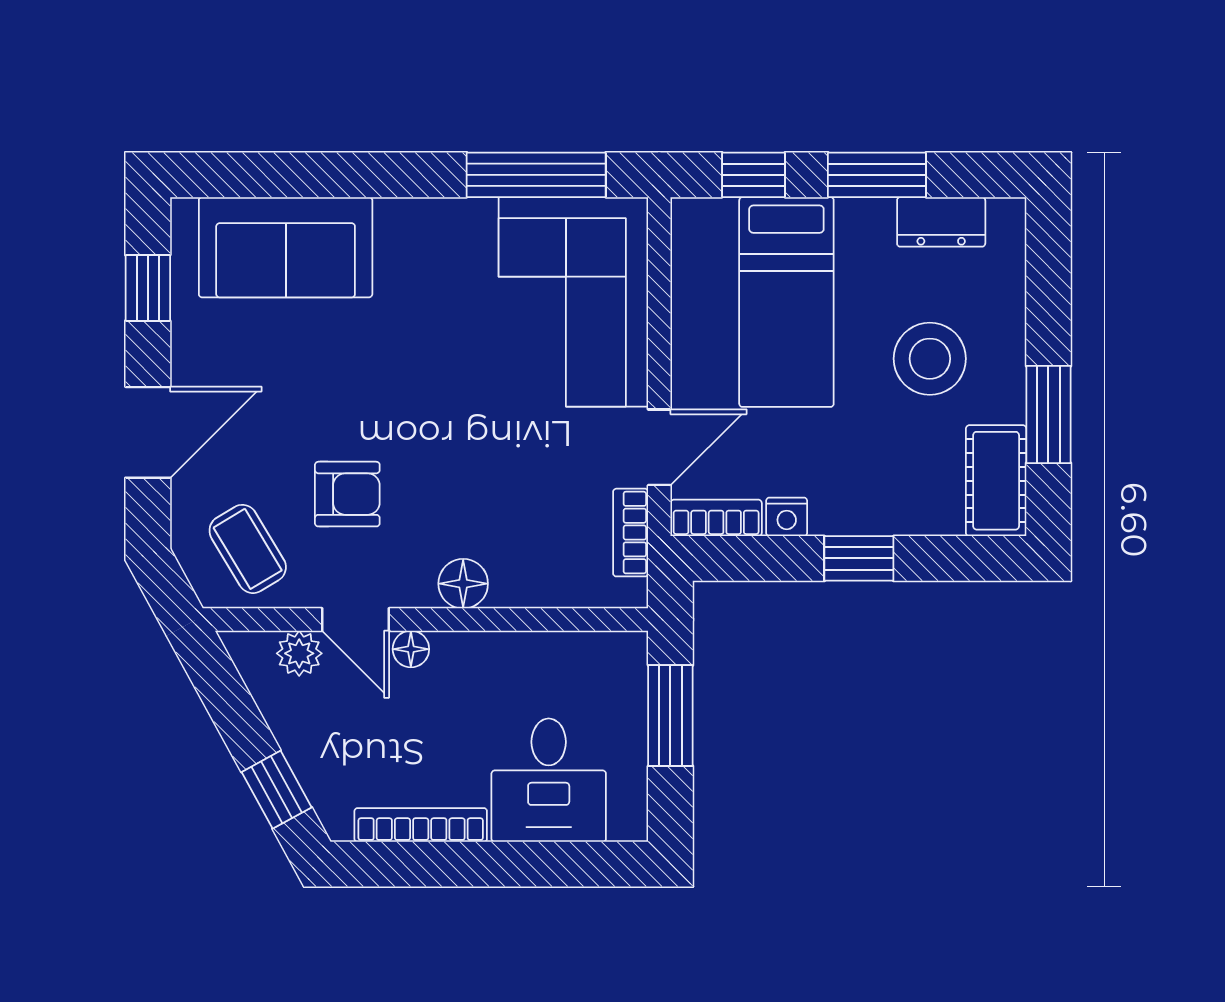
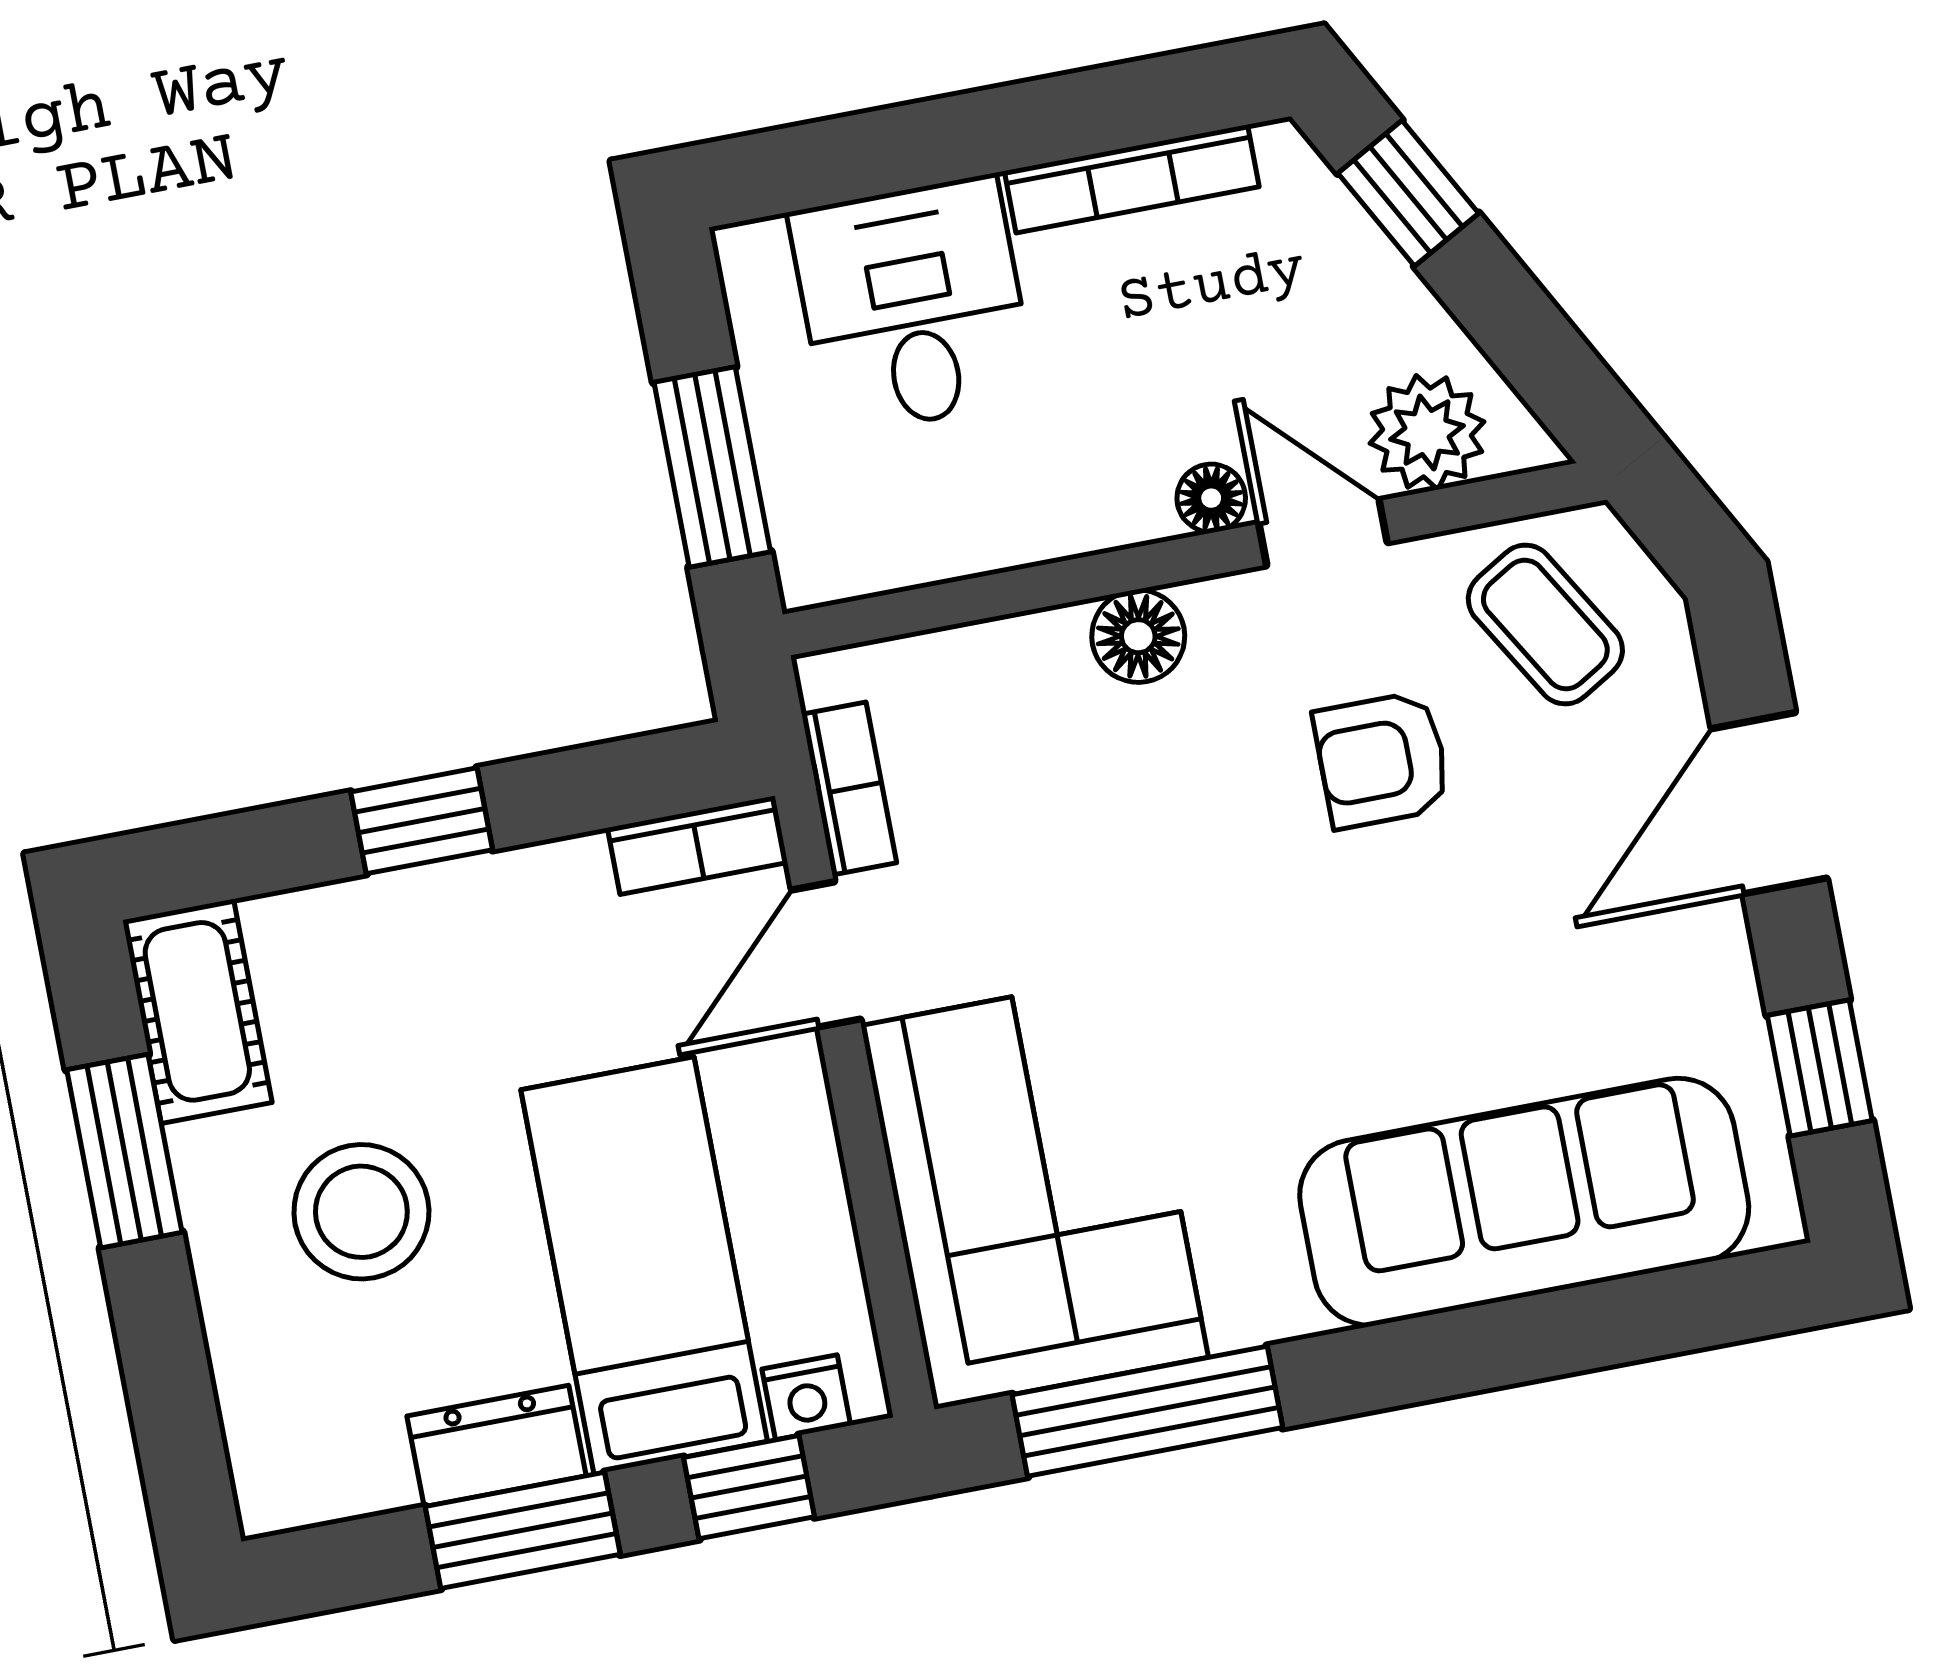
dresser: (941, 222) -> (497, 1446), moved
sofa: (286, 247) -> (1524, 1202), width x1.36
nightstand: (787, 517) -> (806, 1397), moved, turned 180
plant: (299, 653) -> (1427, 432), width x1.38, depth x1.38

